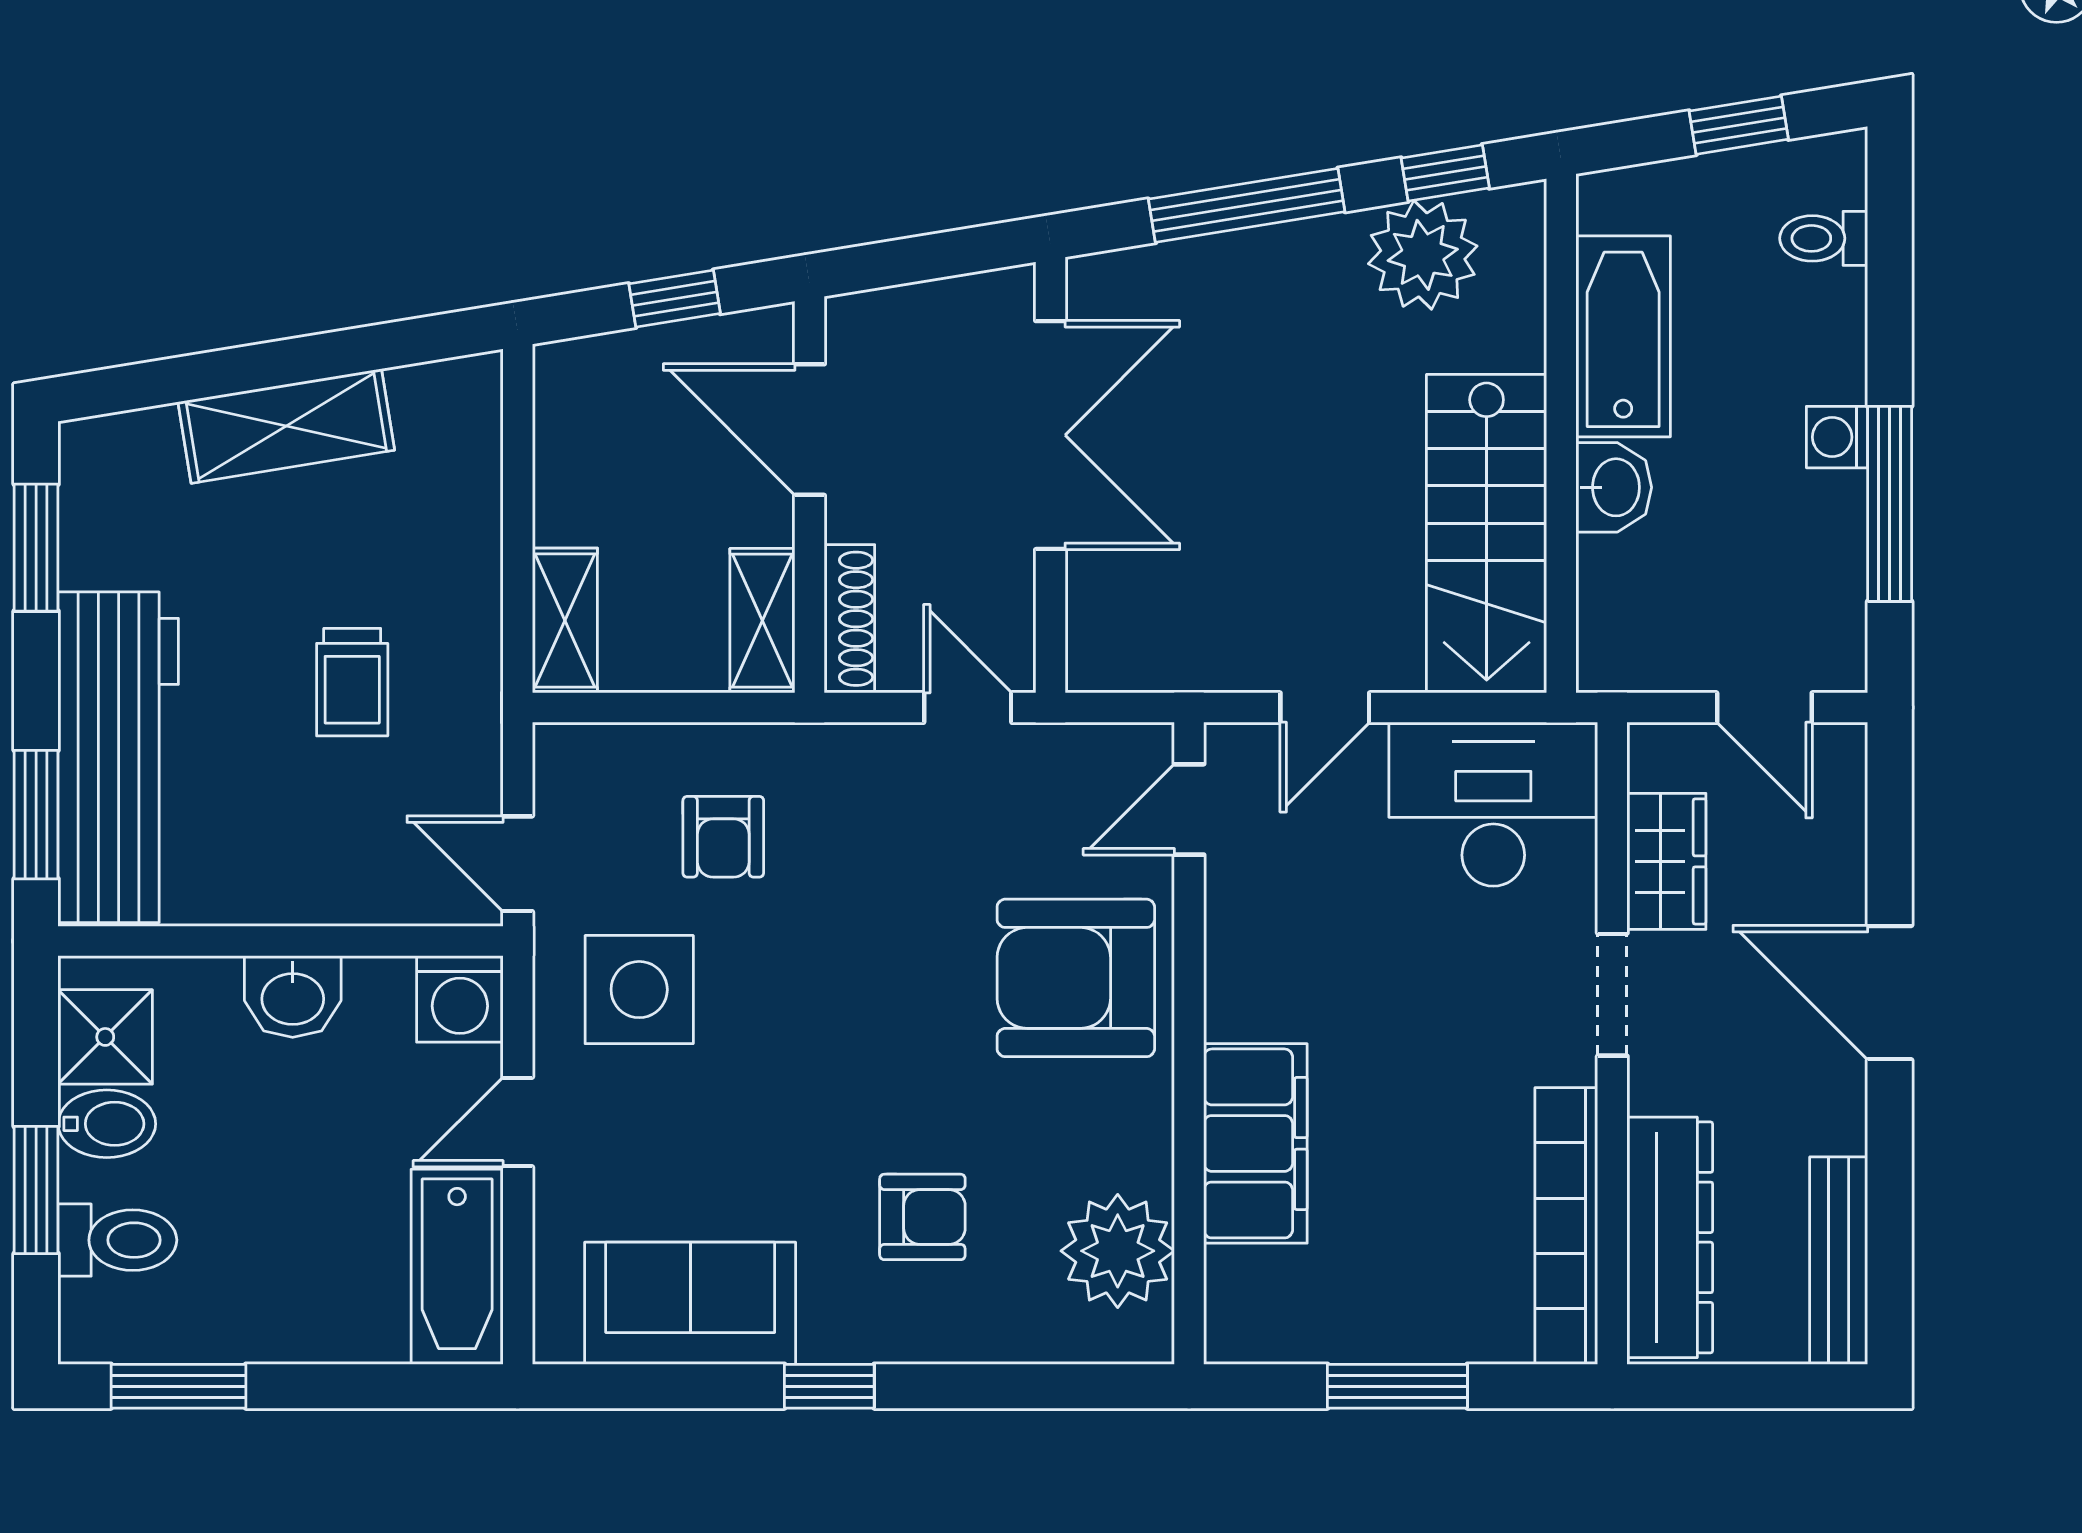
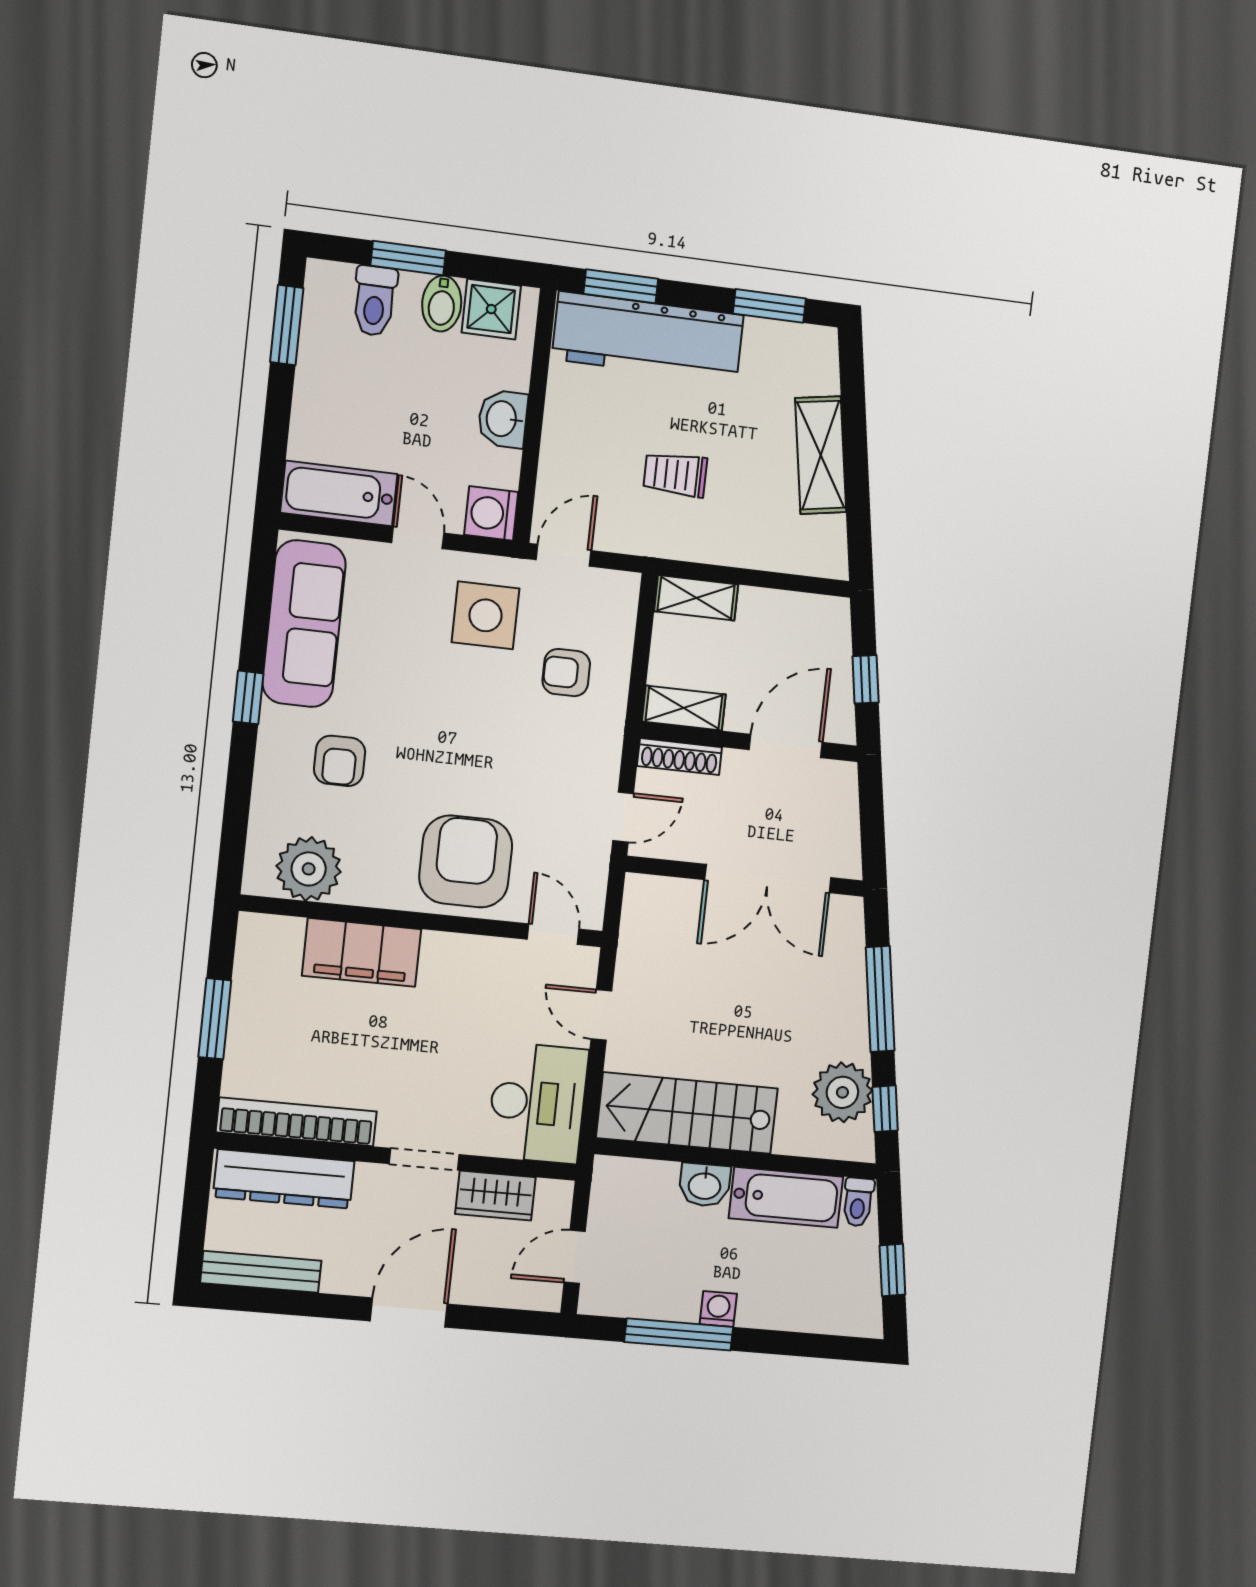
toilet: (1824, 238) -> (858, 1202), moved, turned 180
sofa: (690, 1303) -> (304, 624), width x1.36

